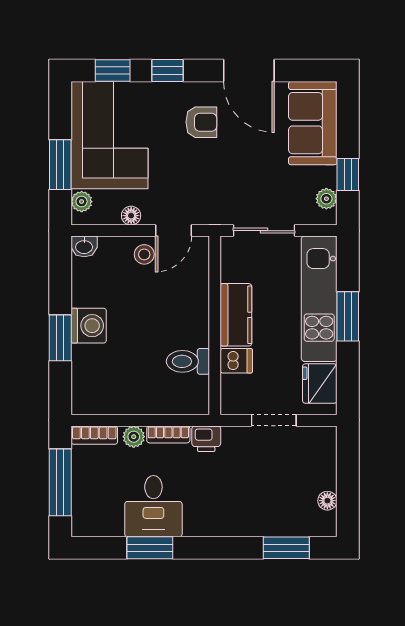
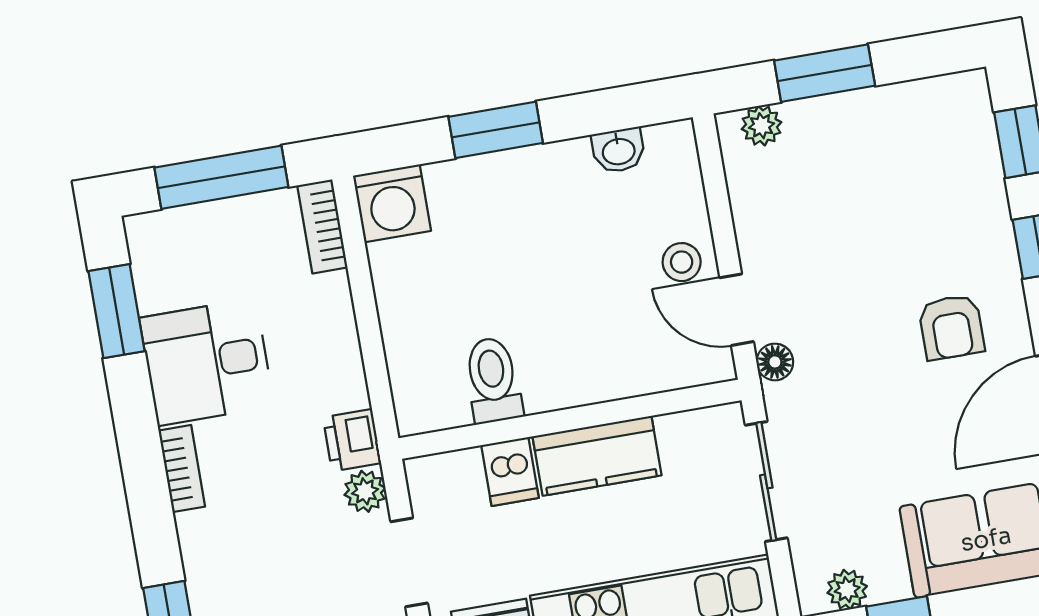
corner sofa: (109, 135) -> (897, 157), removed
floor lamp: (131, 216) -> (775, 362), moved
washbasin: (84, 246) -> (618, 150), moved, turned -90
washing machine: (89, 326) -> (392, 203), moved
bookcase: (168, 434) -> (182, 469), moved, turned 180
plant: (134, 437) -> (365, 491), moved
window: (150, 548) -> (117, 311), moved

